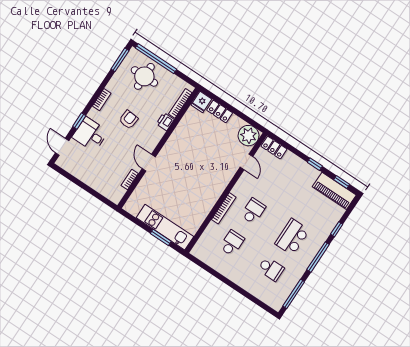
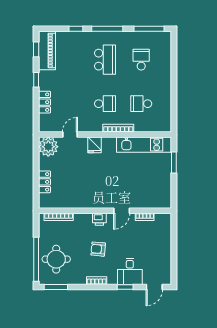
fridge: (201, 102) -> (94, 145), moved, turned 90
printer: (165, 122) -> (99, 219), moved
locker: (274, 148) -> (45, 102), moved
school desk: (253, 211) -> (105, 104), turned 180
kitchen unit: (165, 227) -> (144, 145), moved, turned -90
school desk: (292, 237) -> (105, 60), turned -90

